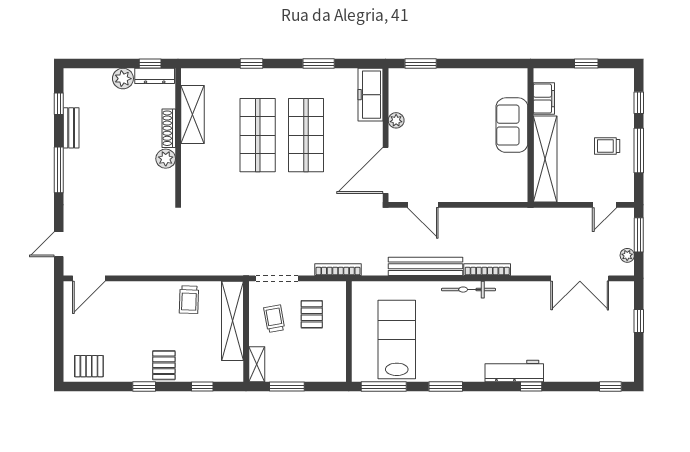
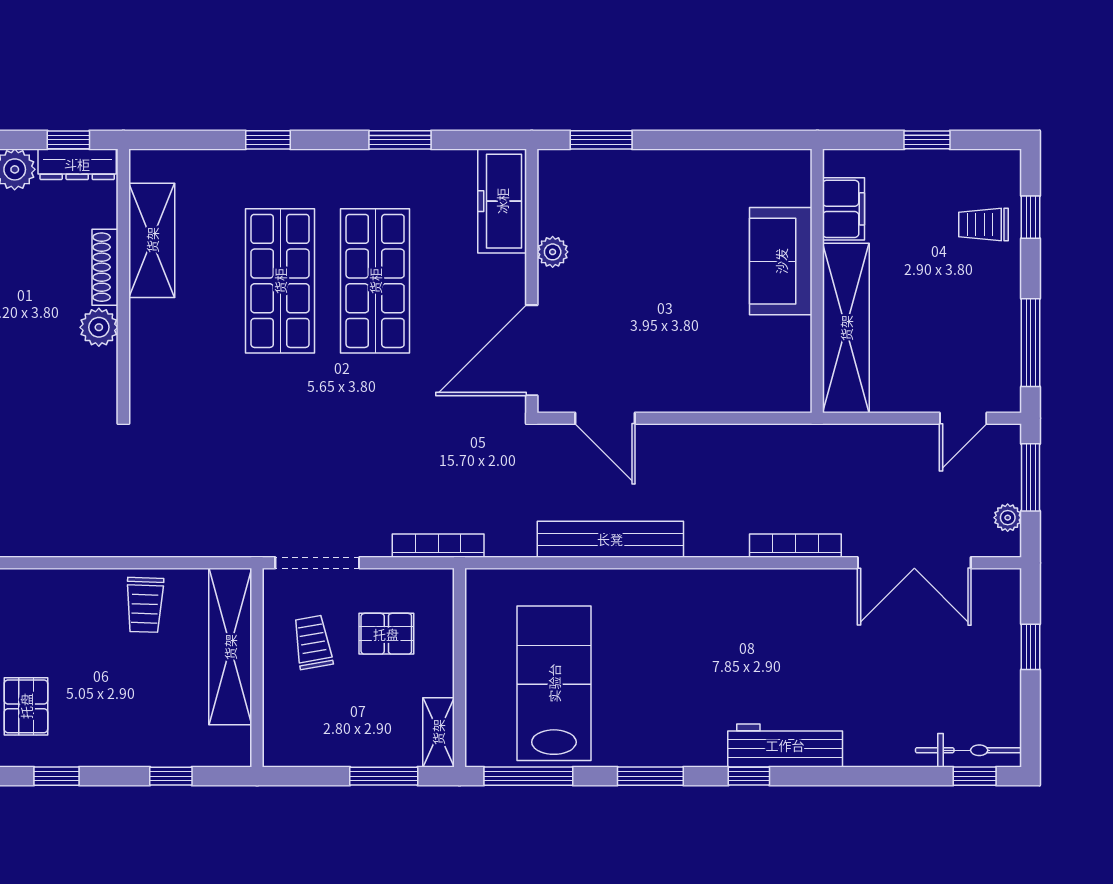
trolley: (607, 146) -> (983, 225), moved
window: (639, 151) -> (1031, 343), moved
bookcase: (487, 270) -> (795, 546), moved
bicycle: (469, 290) -> (969, 750), moved, turned 180
pallet: (312, 314) -> (386, 634), turned 90
shelving: (257, 364) -> (438, 732), moved
pallet: (164, 365) -> (26, 706), moved
window: (287, 387) -> (384, 776), moved
window: (531, 387) -> (749, 776), moved

